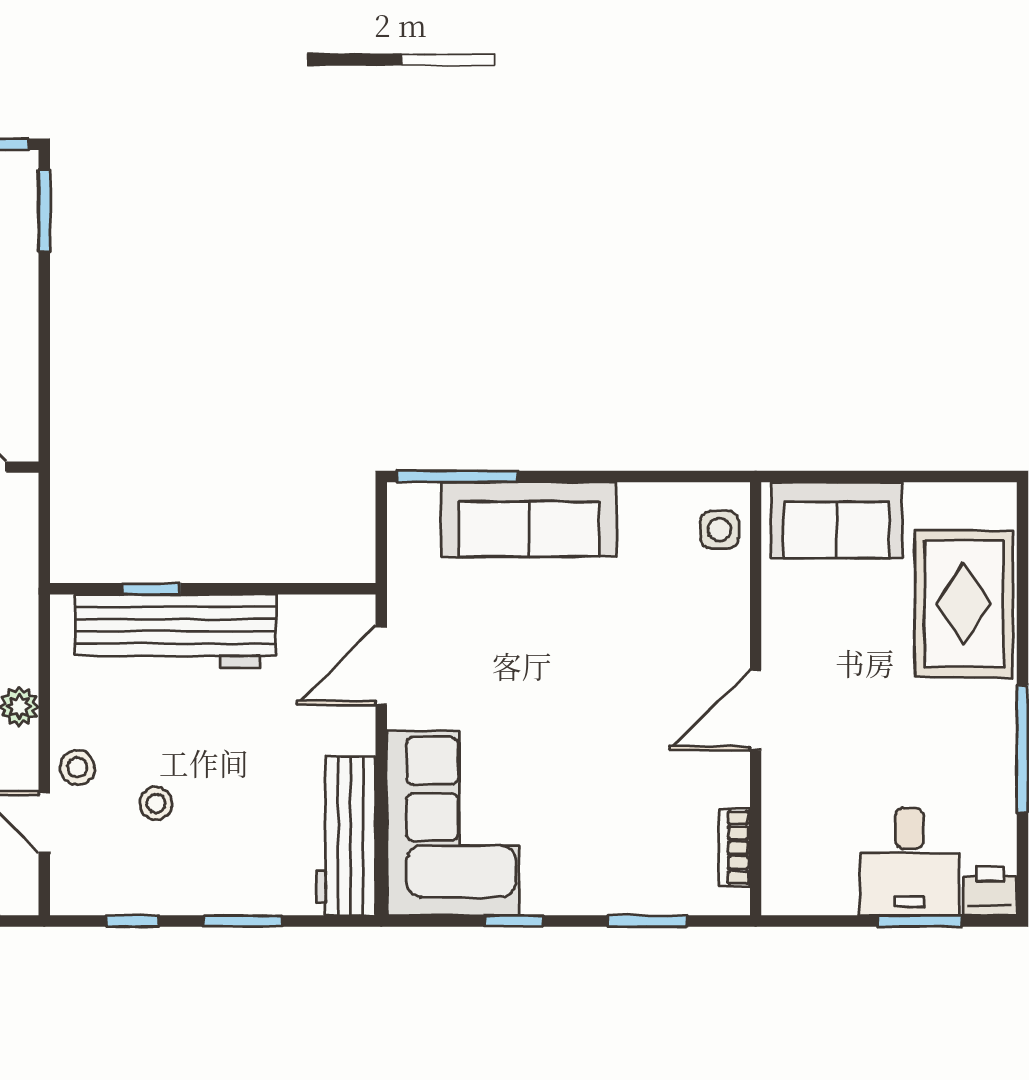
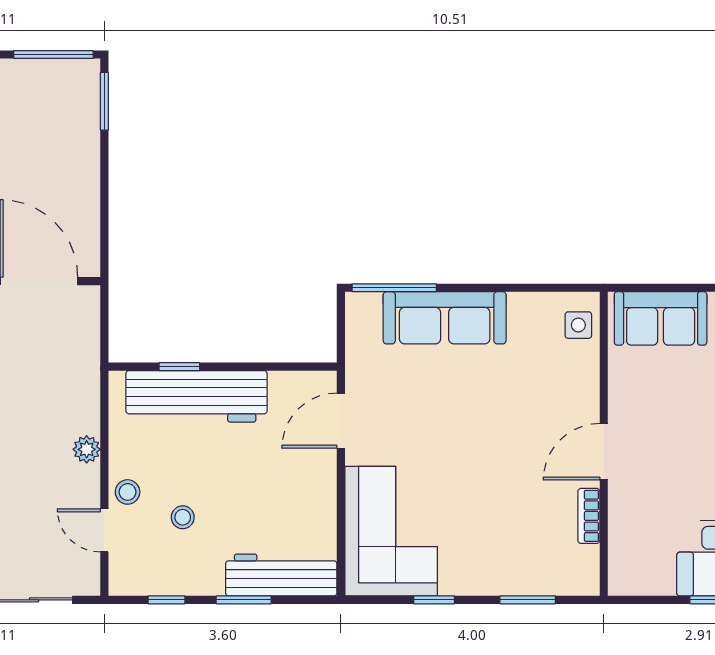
workbench: (346, 836) -> (281, 575), moved, turned 90
bookcase: (734, 848) -> (589, 516), moved

